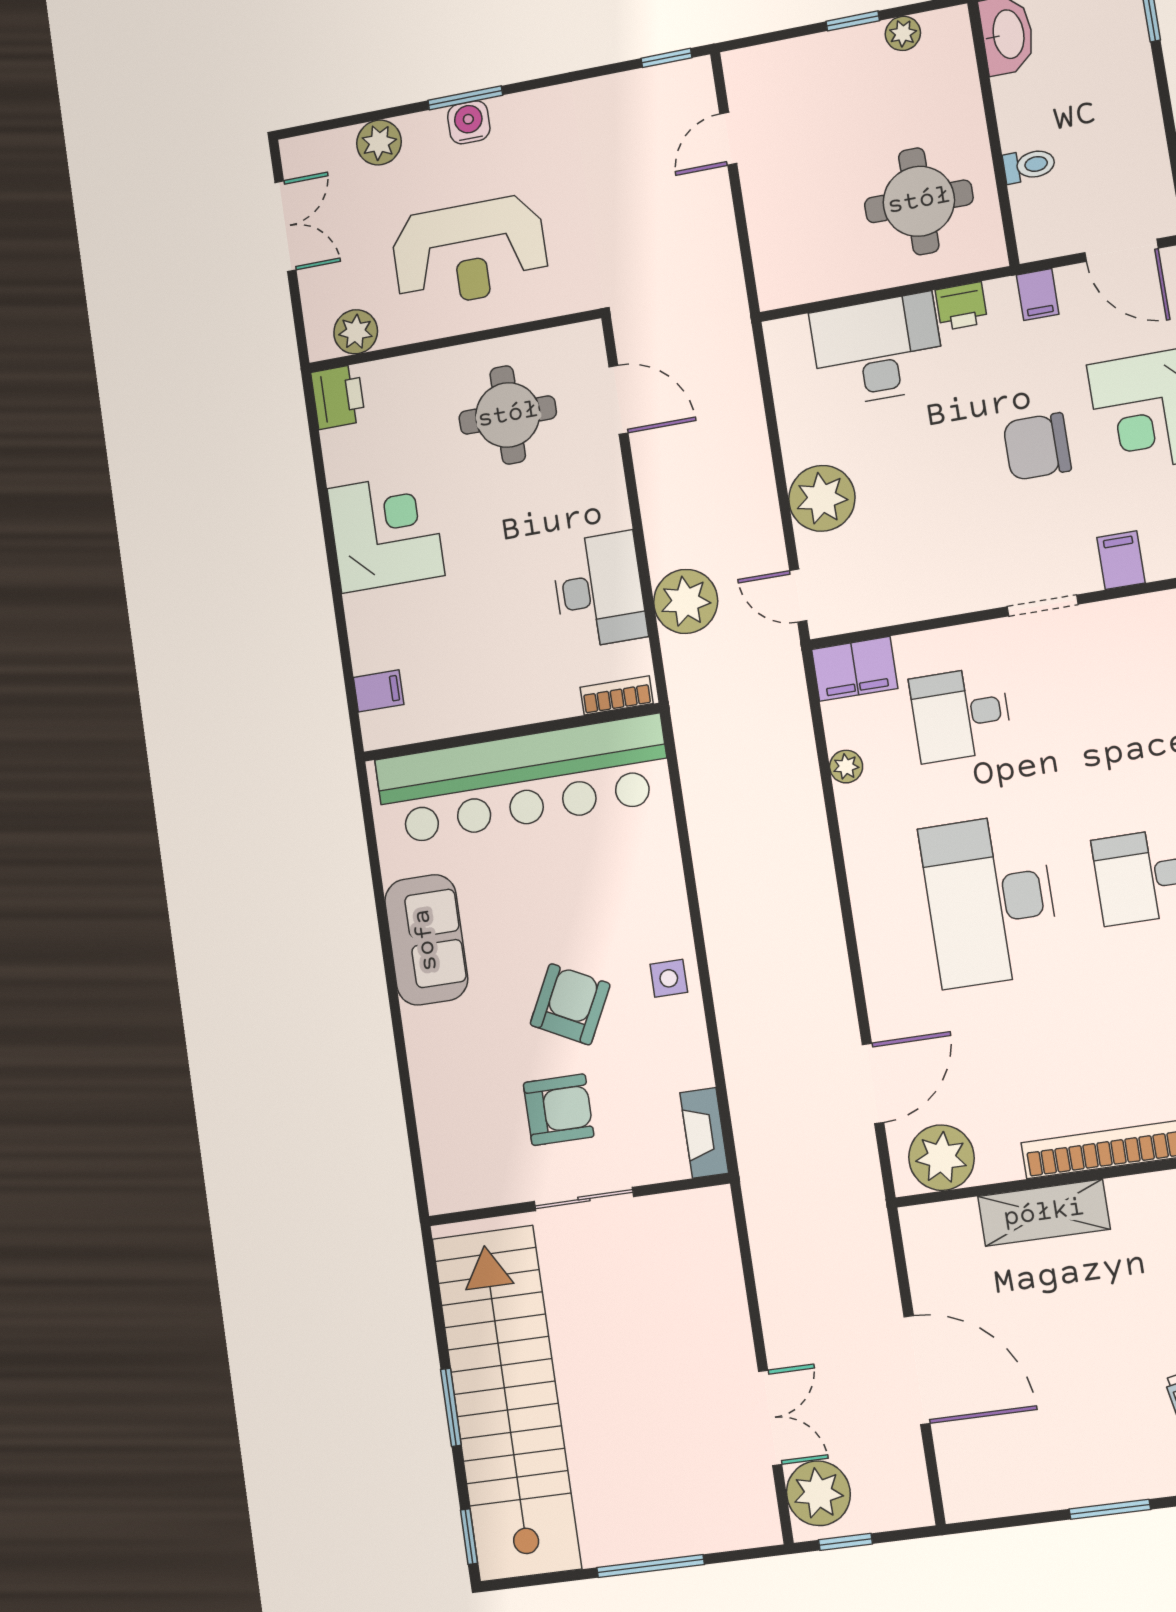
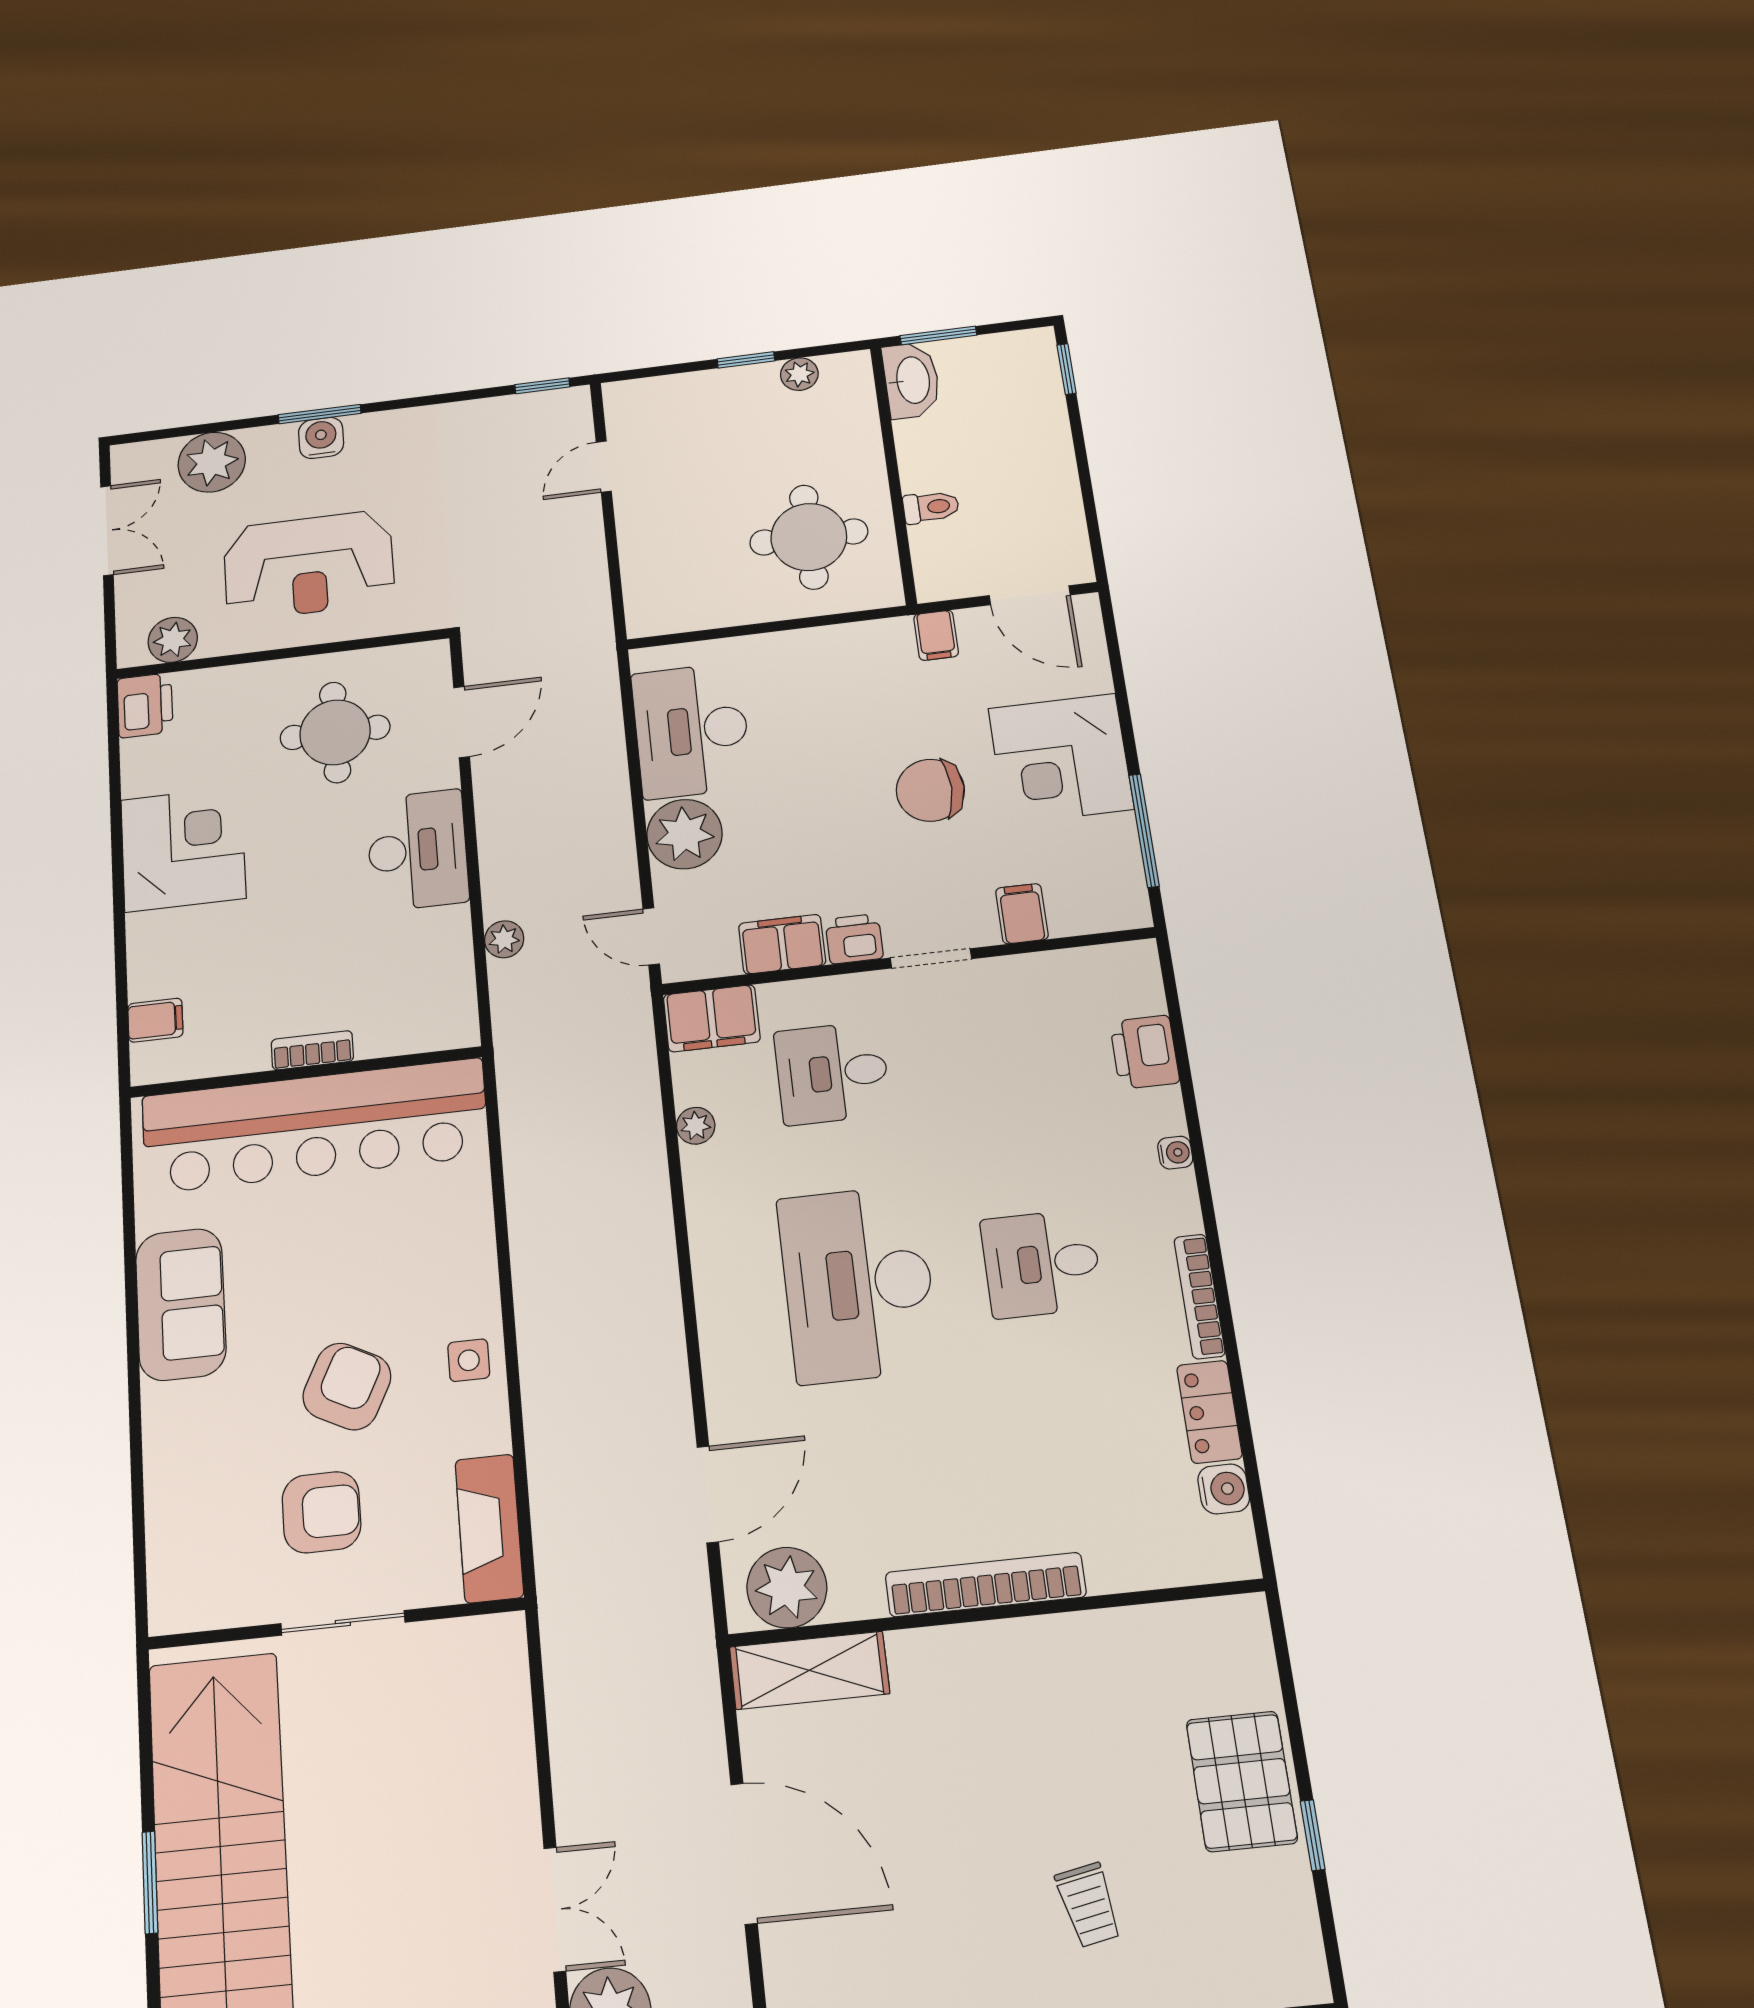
plant: (379, 143) -> (212, 462), width x1.36, depth x1.36
printer: (961, 306) -> (854, 939), moved, turned 180
desk: (877, 350) -> (691, 730), moved, turned -90
door: (618, 400) -> (462, 722), hinge flipped
desk: (599, 590) -> (417, 850), moved
filing cabinet: (912, 598) -> (782, 944), added
plant: (686, 601) -> (504, 939), width x0.53, depth x0.53
bookcase: (617, 695) -> (312, 1050), moved
fireplace: (704, 1133) -> (489, 1528), width x1.37, depth x1.32
shelving: (1044, 1213) -> (809, 1670), moved

